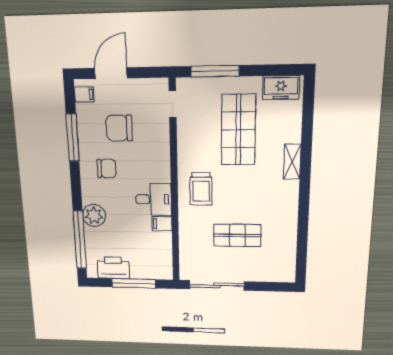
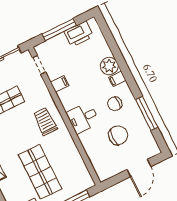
filing cabinet: (84, 94) -> (117, 79), moved
doorway: (173, 104) -> (39, 65), moved
desk: (154, 199) -> (83, 118), moved
window: (80, 240) -> (112, 43), removed

